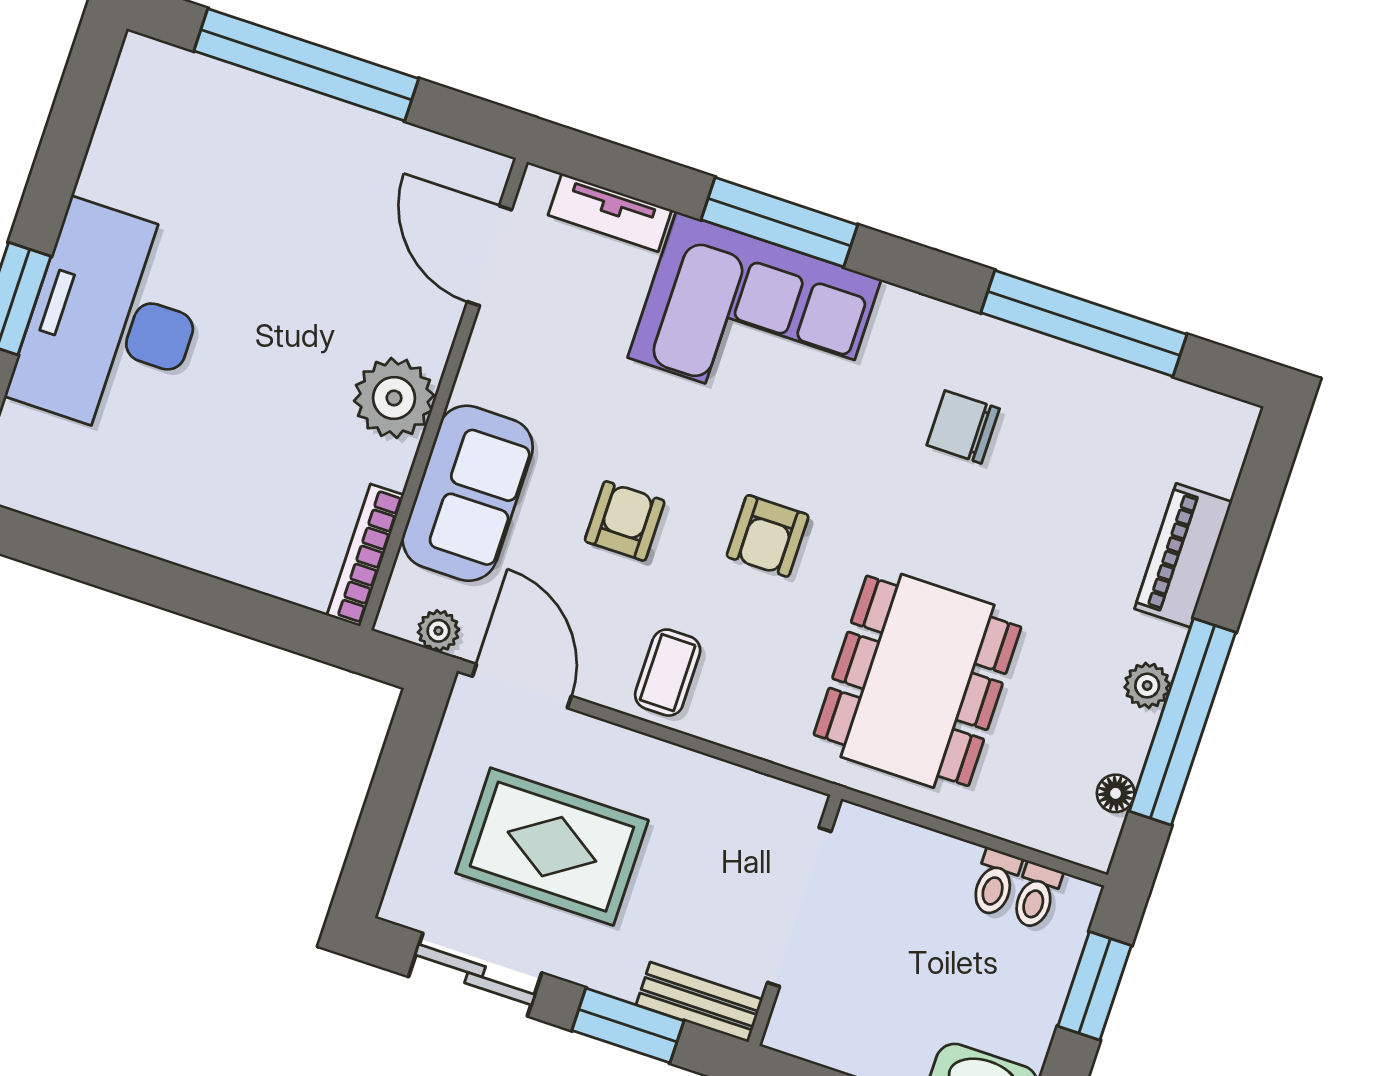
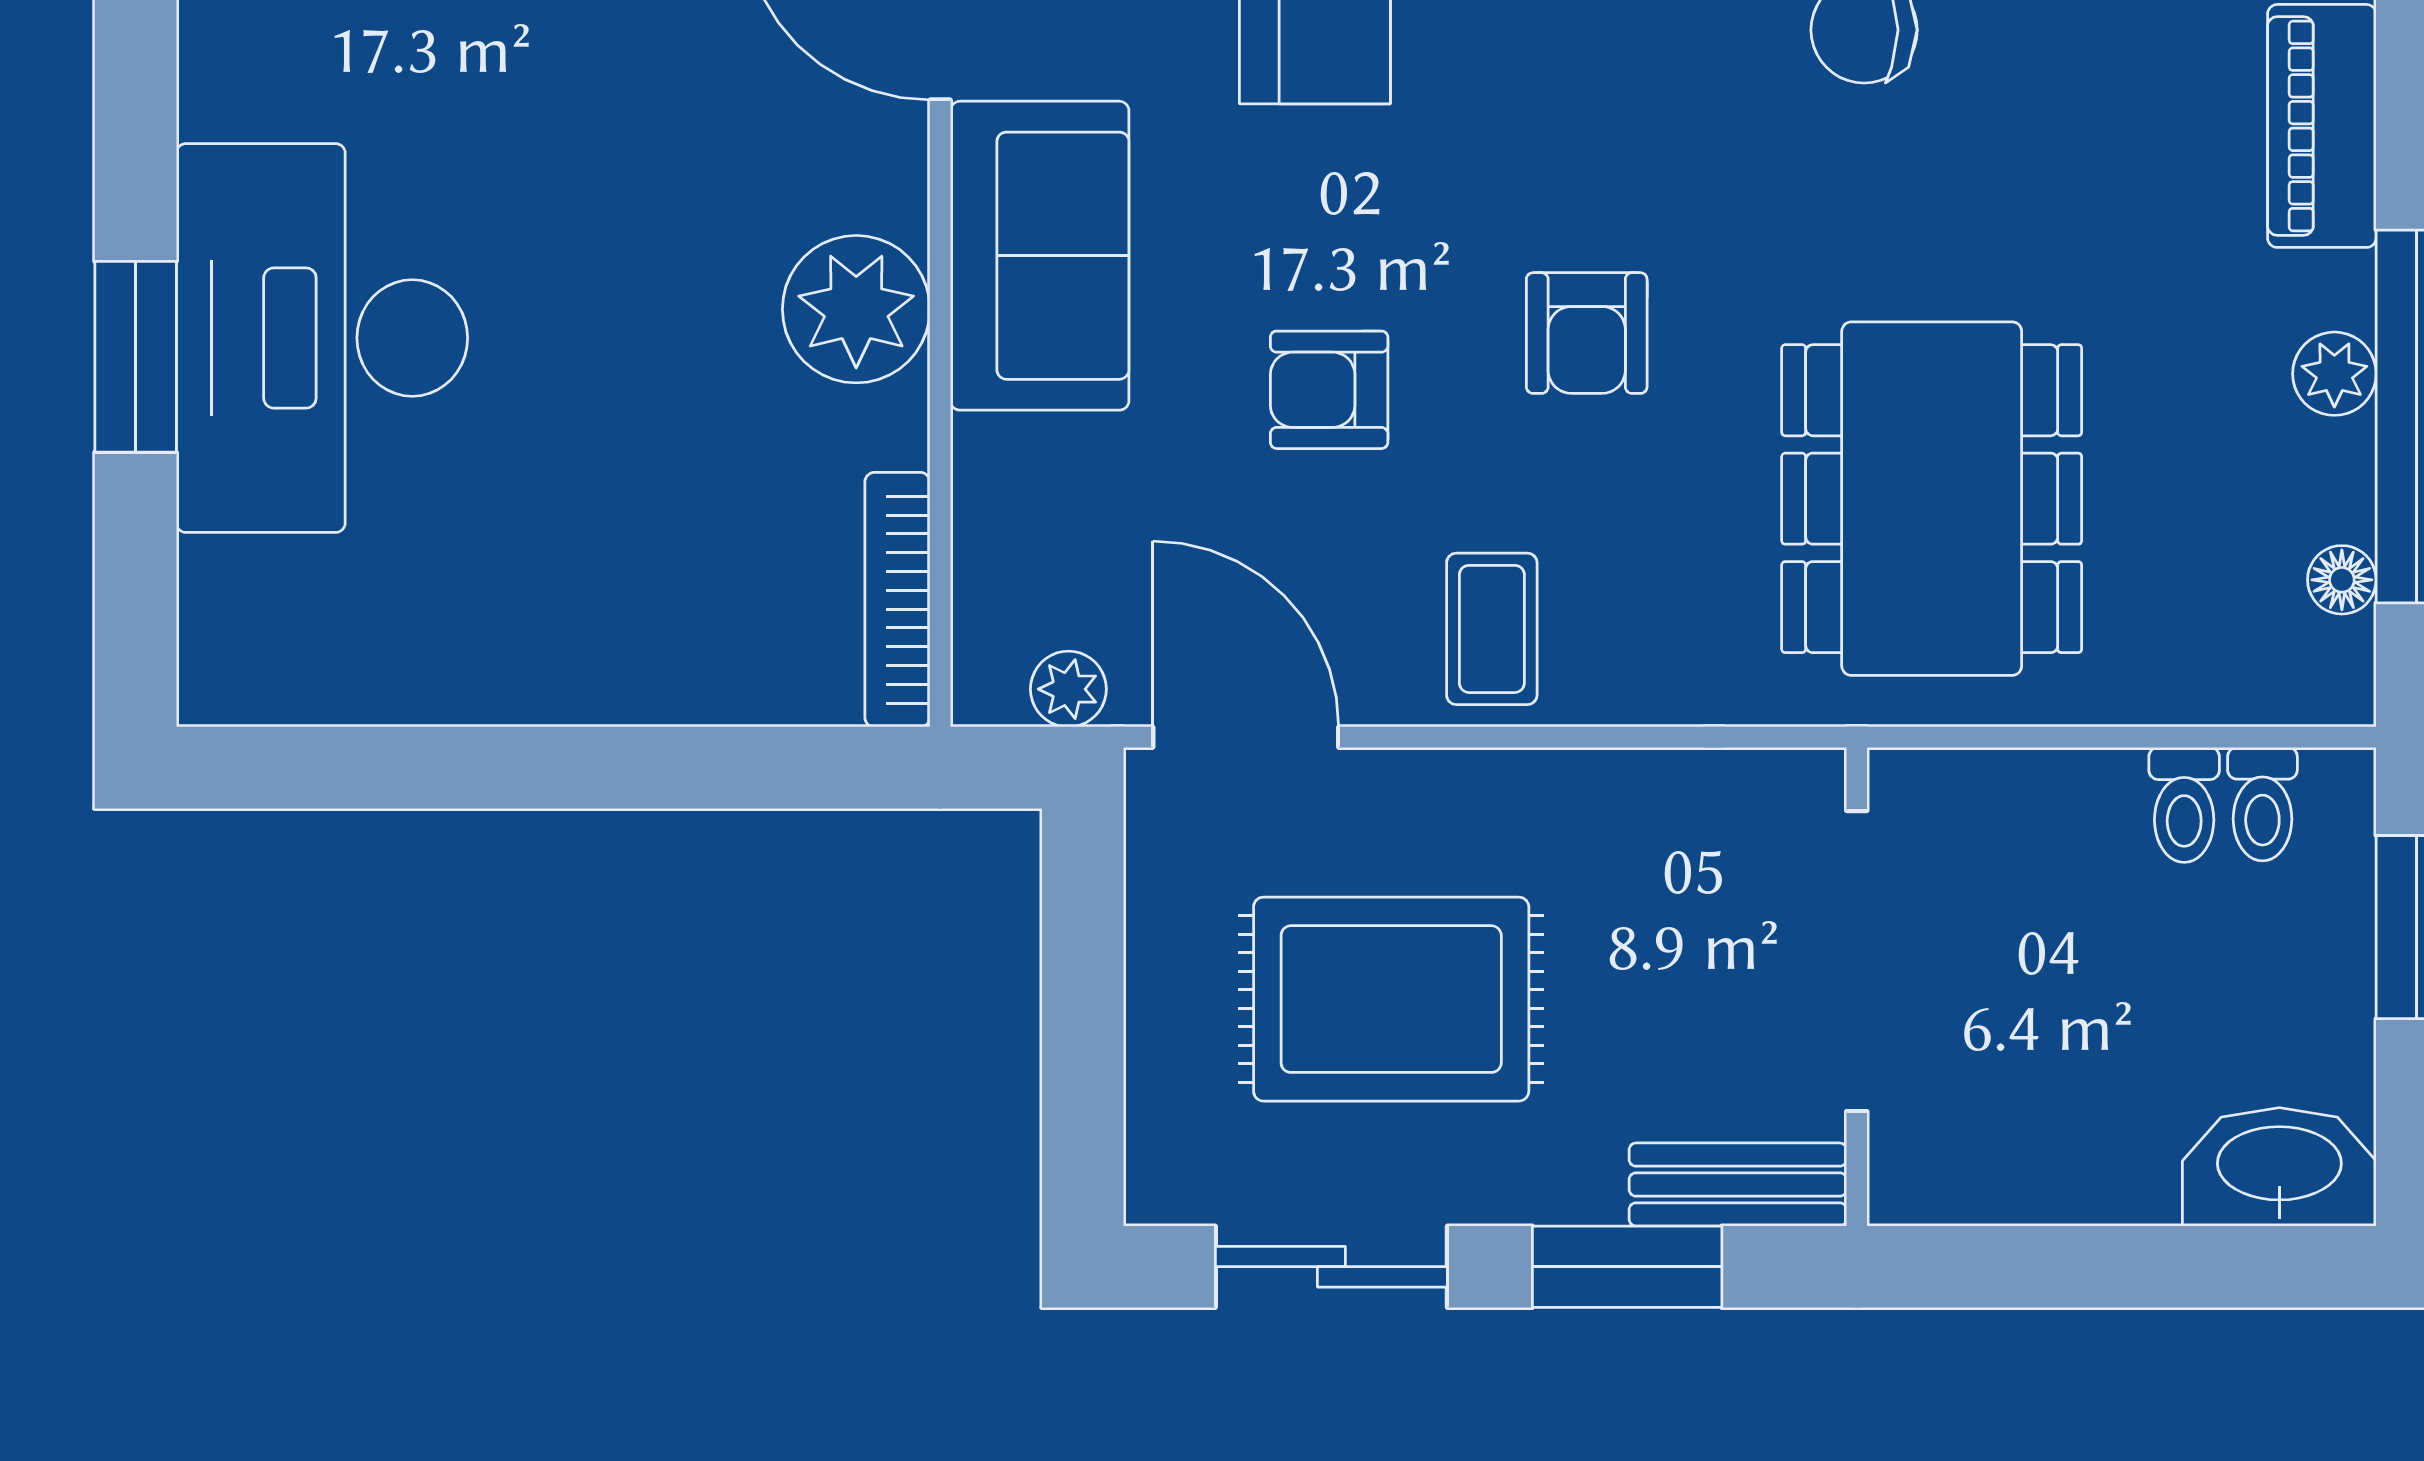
sofa: (468, 493) -> (1040, 256), moved
armchair: (625, 521) -> (1329, 390), turned -90

